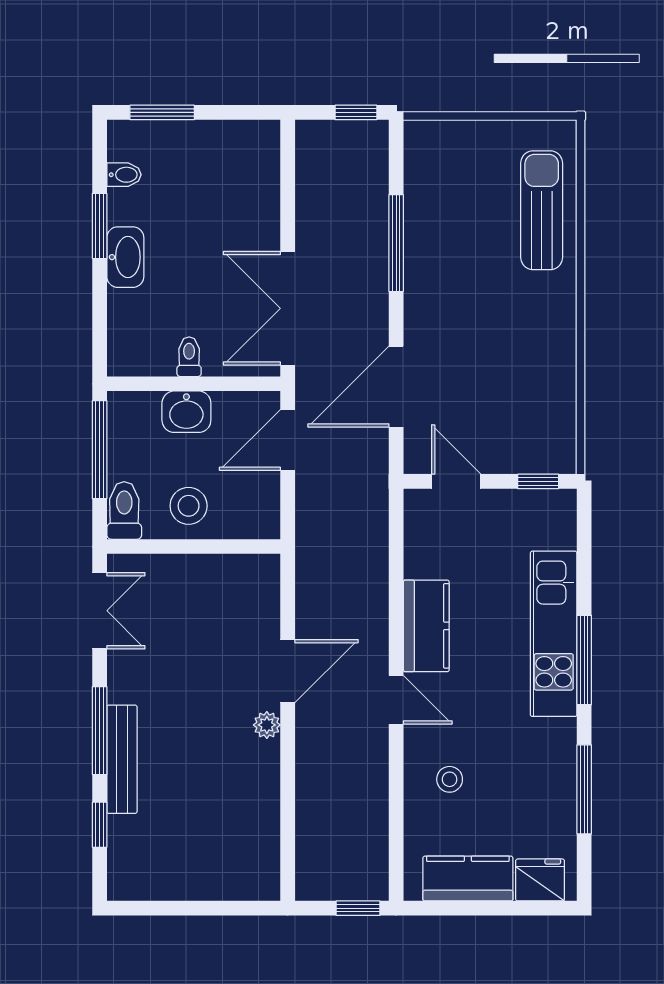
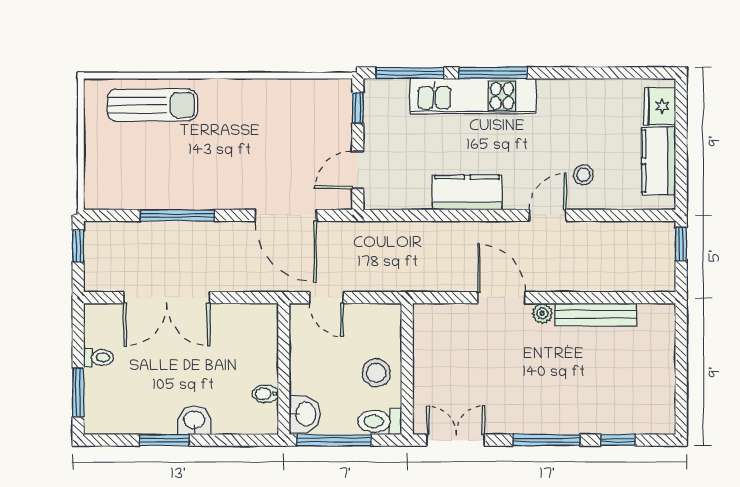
bidet: (124, 175) -> (265, 394), moved, turned -90
sun lounger: (542, 210) -> (152, 105), turned 180
washbasin: (125, 257) -> (194, 421), width x0.72
double door: (288, 308) -> (167, 298), moved
toilet: (189, 357) -> (99, 358), moved, turned 180
washbasin: (186, 412) -> (305, 414), moved
door: (288, 440) -> (326, 298), width x0.73
door: (396, 700) -> (548, 215), moved
bench: (122, 759) -> (596, 315), moved
window: (584, 789) -> (410, 73), moved

